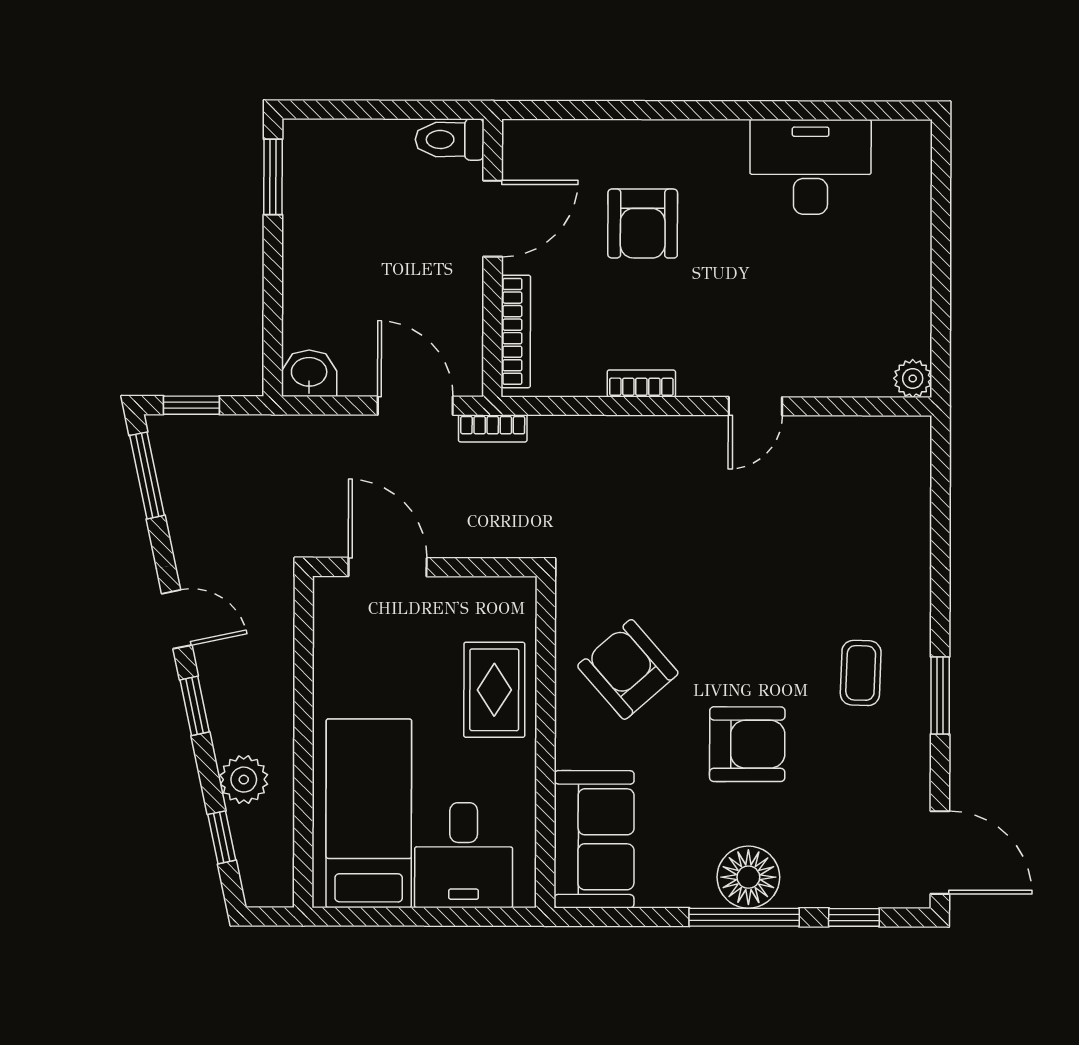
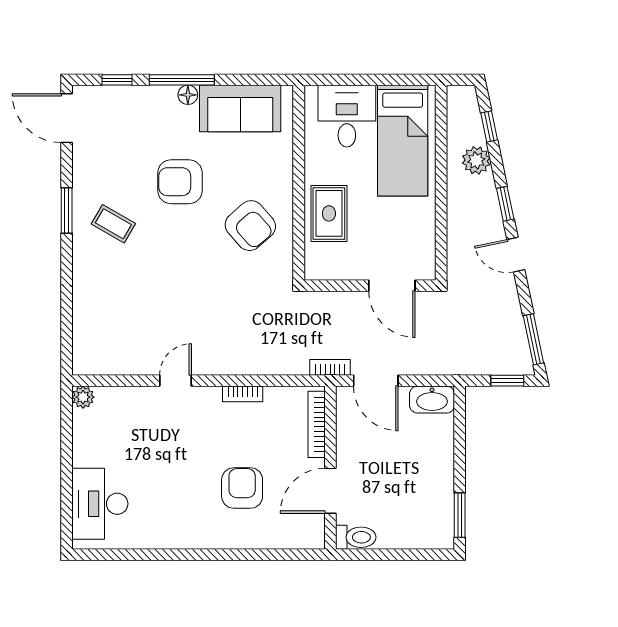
desk: (810, 167) -> (100, 504), moved, turned 90
washbasin: (309, 373) -> (432, 400), width x1.38
coffee table: (861, 673) -> (113, 224), turned -62
sofa: (594, 839) -> (240, 109), moved, turned -90
floor lamp: (748, 877) -> (188, 95), width x0.53, depth x0.53

